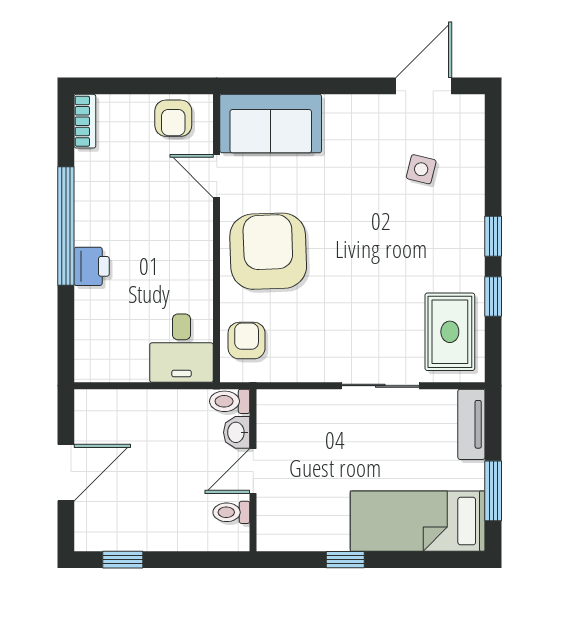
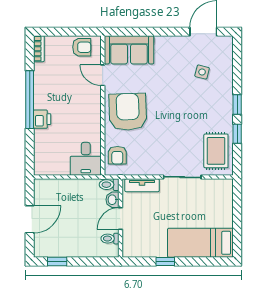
armchair: (173, 118) -> (82, 47), turned -90
armchair: (247, 341) -> (117, 155), turned 180
tv unit: (471, 424) -> (142, 185), moved, turned -90
window: (493, 491) -> (237, 228), removed

